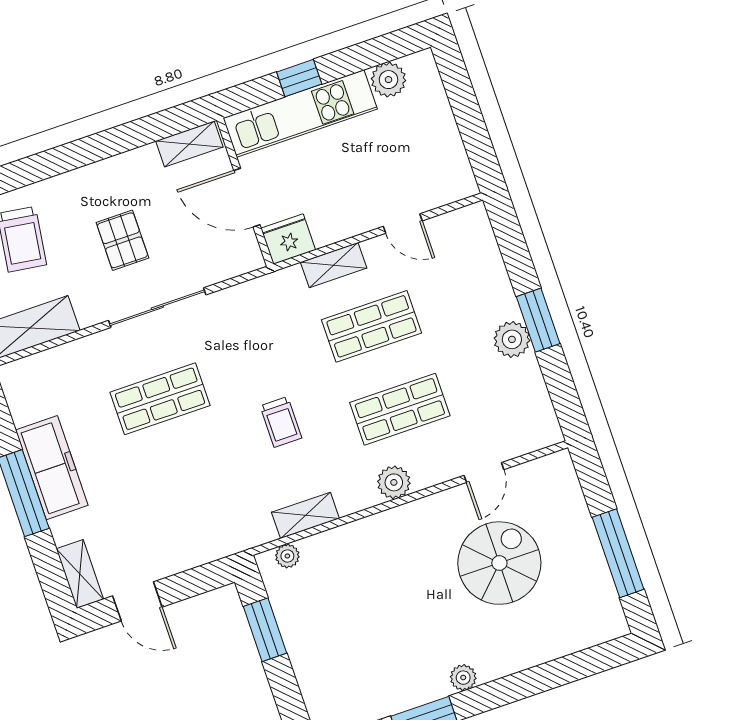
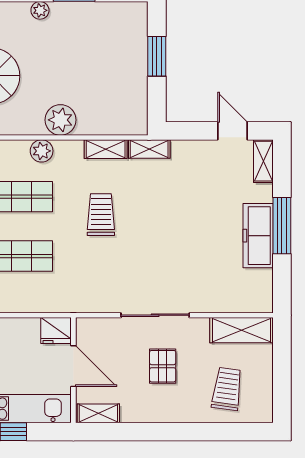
shelving: (334, 265) -> (149, 149), moved
shop shelf: (160, 399) -> (173, 256), removed
trolley: (281, 422) -> (101, 215), width x1.36, depth x1.39
plant: (287, 556) -> (60, 120), moved, width x1.87, depth x1.87
window: (265, 630) -> (157, 56), moved

